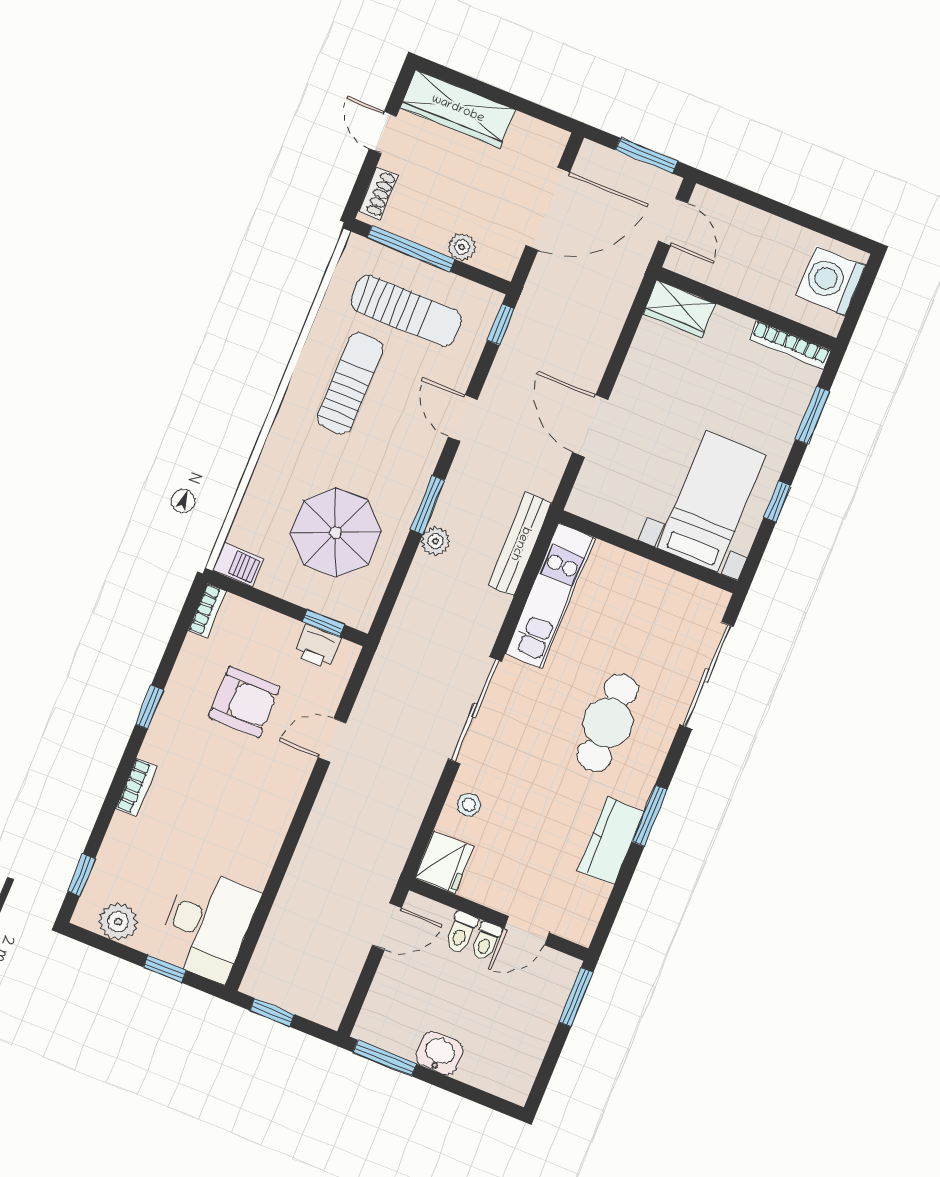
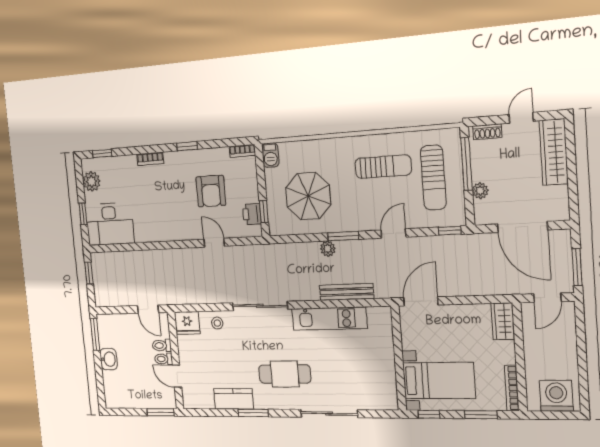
bed with nightstands: (712, 502) -> (439, 381), moved
wall: (648, 552) -> (399, 358), moved

